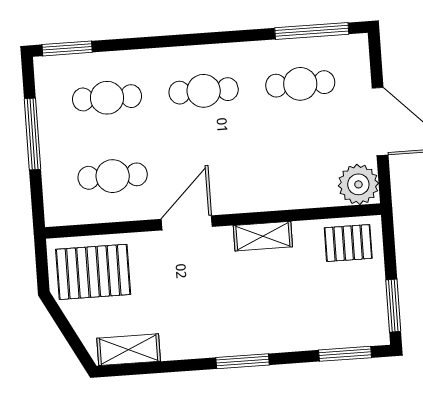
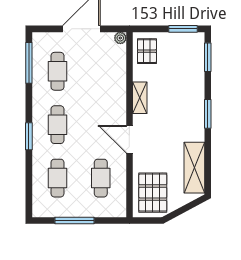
window: (67, 48) -> (29, 136), moved
plant: (358, 184) -> (120, 38), width x0.53, depth x0.53
shelving: (129, 350) -> (194, 168), width x1.50, depth x1.33

